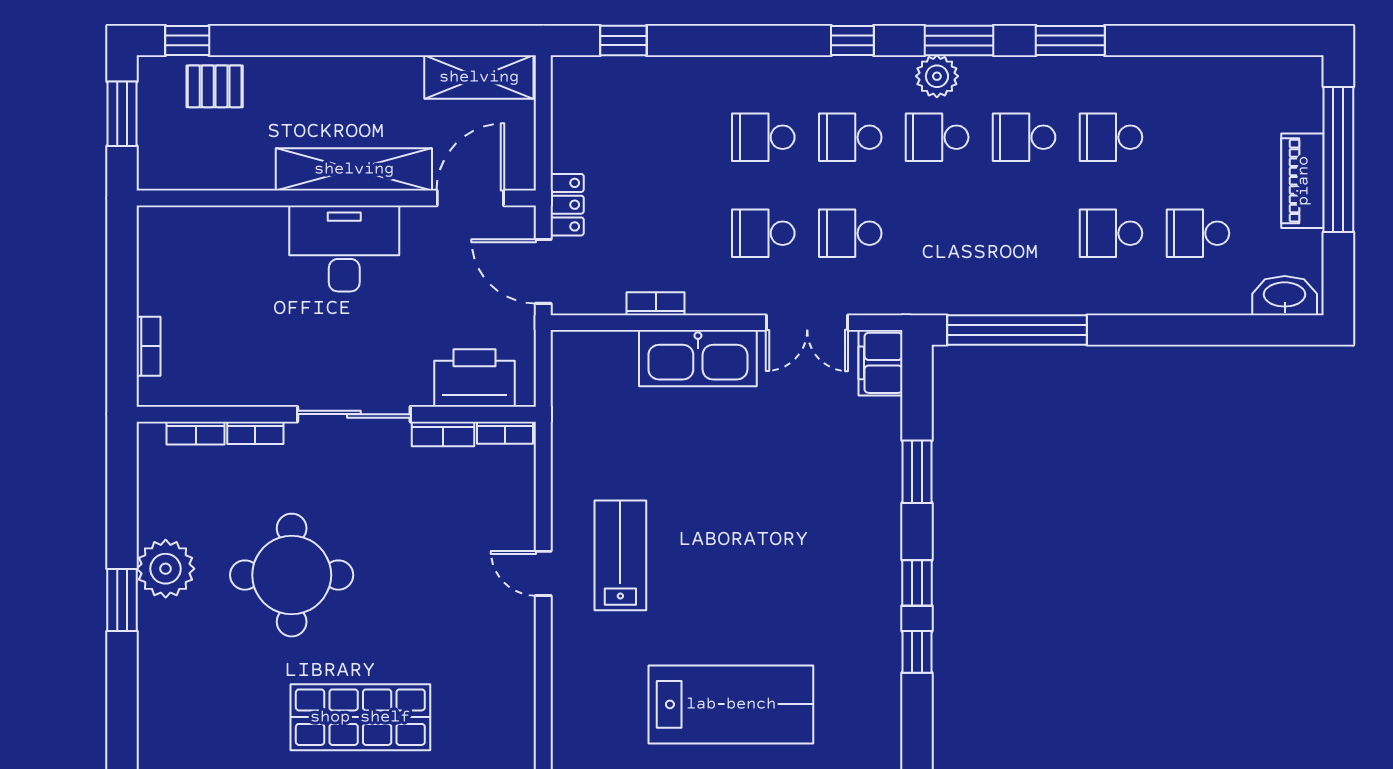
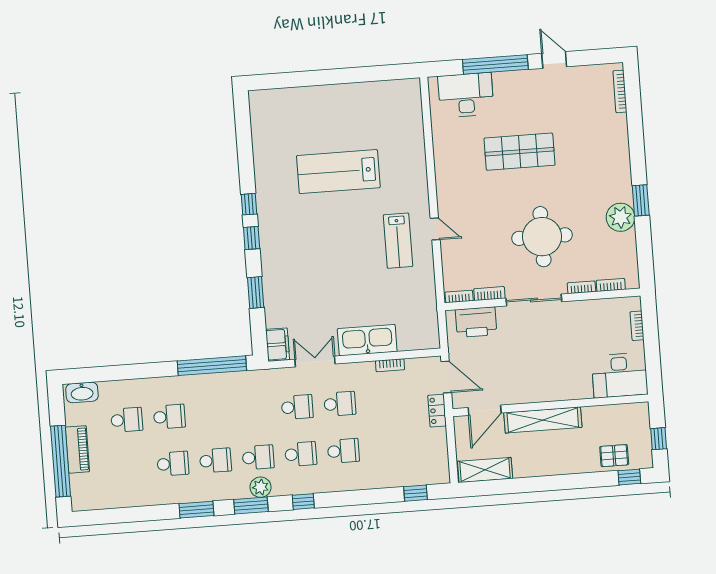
window: (122, 114) -> (659, 439), width x0.67
desk: (344, 248) -> (620, 375), moved
round table: (292, 575) -> (542, 237), moved

